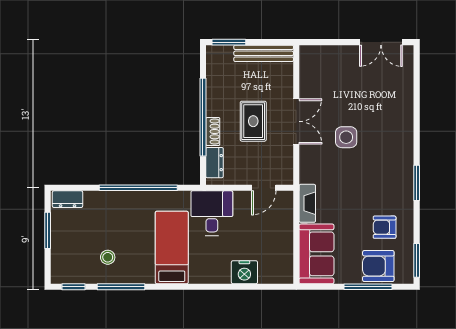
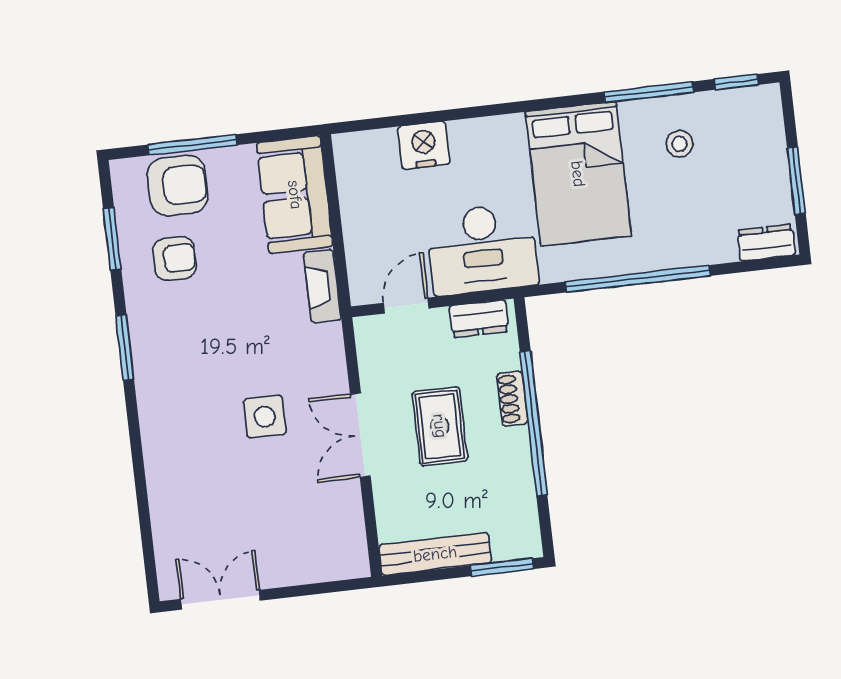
dresser: (215, 163) -> (479, 319), moved, turned -90
desk: (212, 213) -> (482, 249), width x1.37
bed: (172, 248) -> (578, 174), width x1.50
window: (417, 260) -> (112, 239), moved

